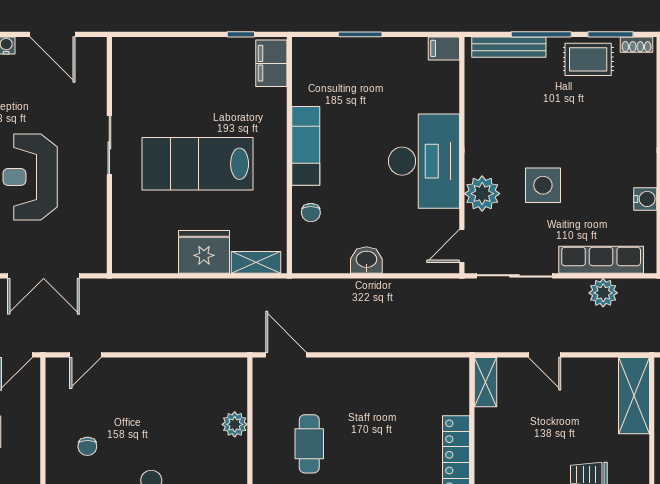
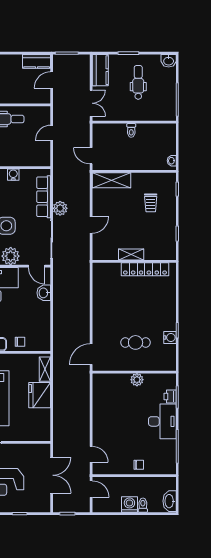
washbasin: (366, 260) -> (44, 293), moved
plant: (603, 293) -> (60, 208), moved
shelving: (485, 382) -> (131, 254), moved
plant: (235, 424) -> (137, 380), moved
chair: (87, 446) -> (139, 465), moved

